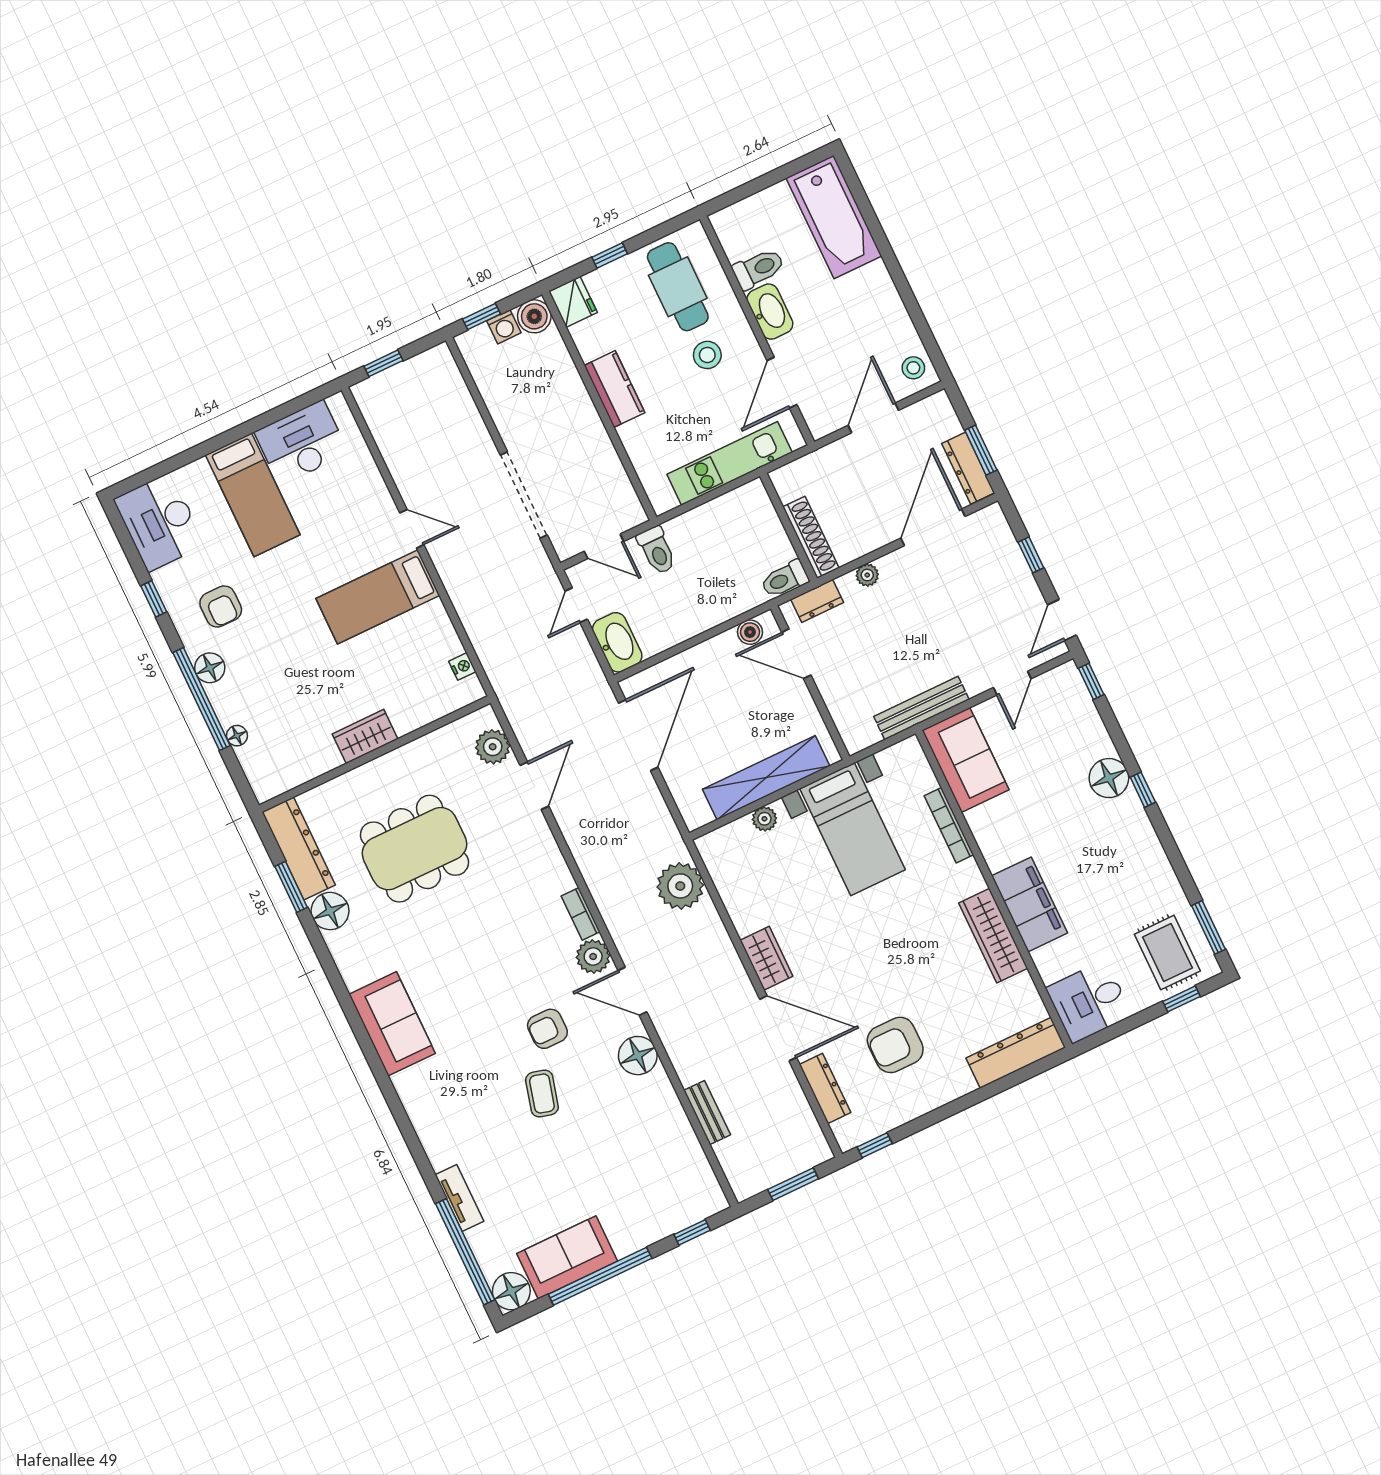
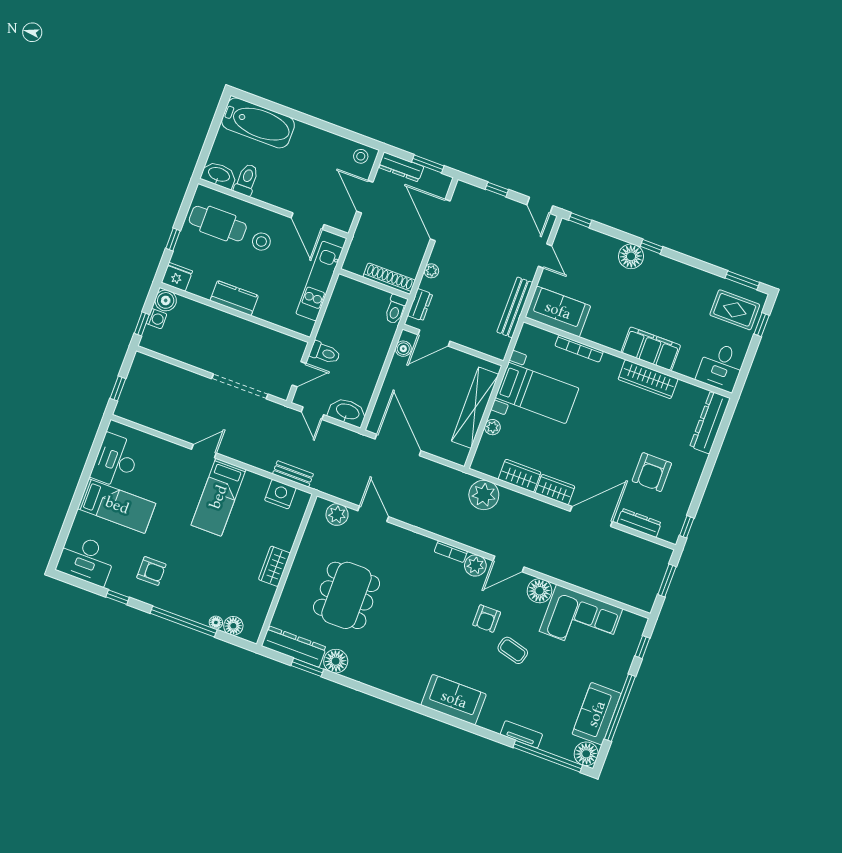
washbasin: (770, 312) -> (219, 175), moved
dresser: (968, 468) -> (401, 167), moved
nightstand: (462, 666) -> (280, 494), width x1.89, depth x1.79
floor lamp: (210, 668) -> (233, 626), moved
wardrobe: (742, 904) -> (520, 476), added
sofa: (392, 1024) -> (454, 700), moved
bench: (707, 1113) -> (293, 474), moved
corner sofa: (653, 1134) -> (581, 620), added

